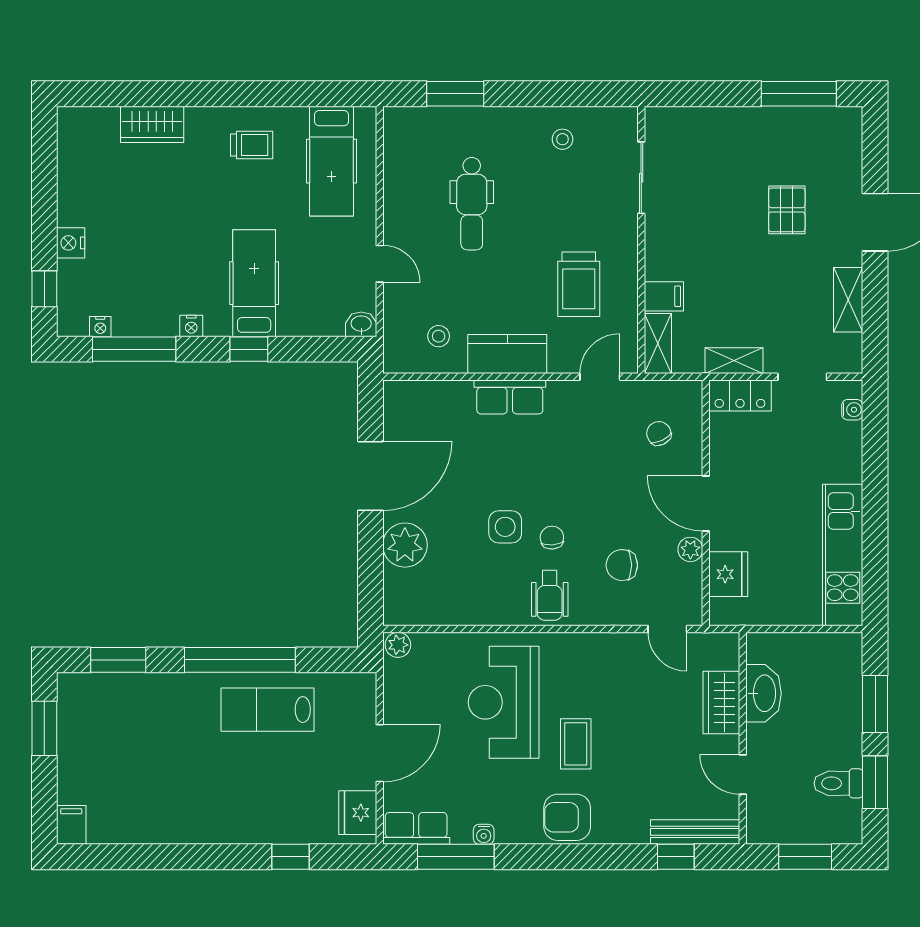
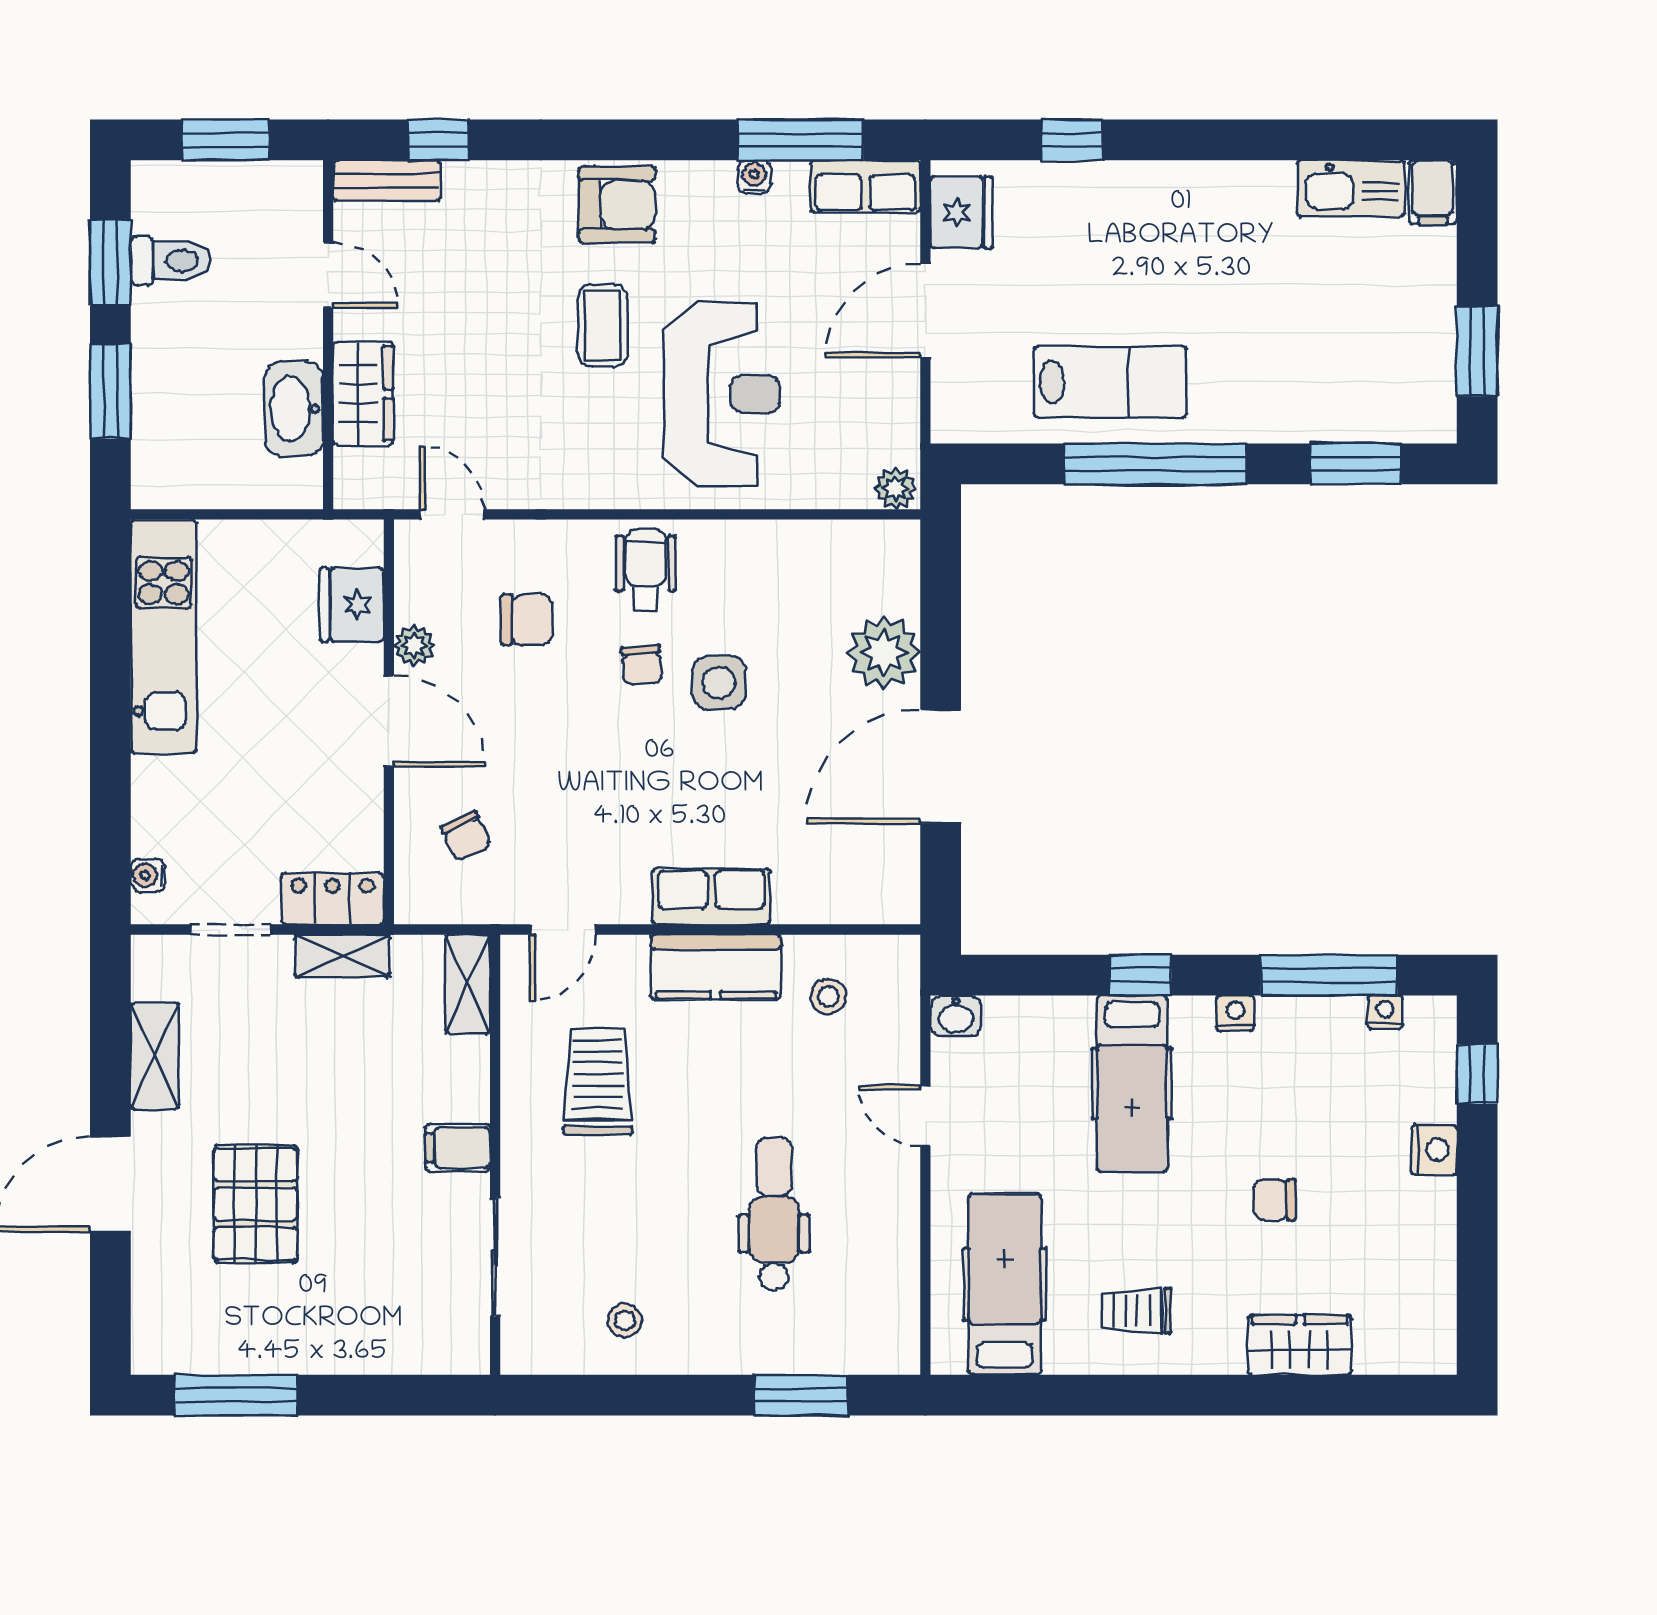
pallet: (787, 210) -> (256, 1204), width x1.50, depth x1.42
chair: (167, 212) -> (1275, 1200), added
filing cabinet: (664, 296) -> (458, 1148), moved
kitchen sink: (121, 827) -> (1351, 188), added
bench: (695, 832) -> (387, 181), width x0.73

